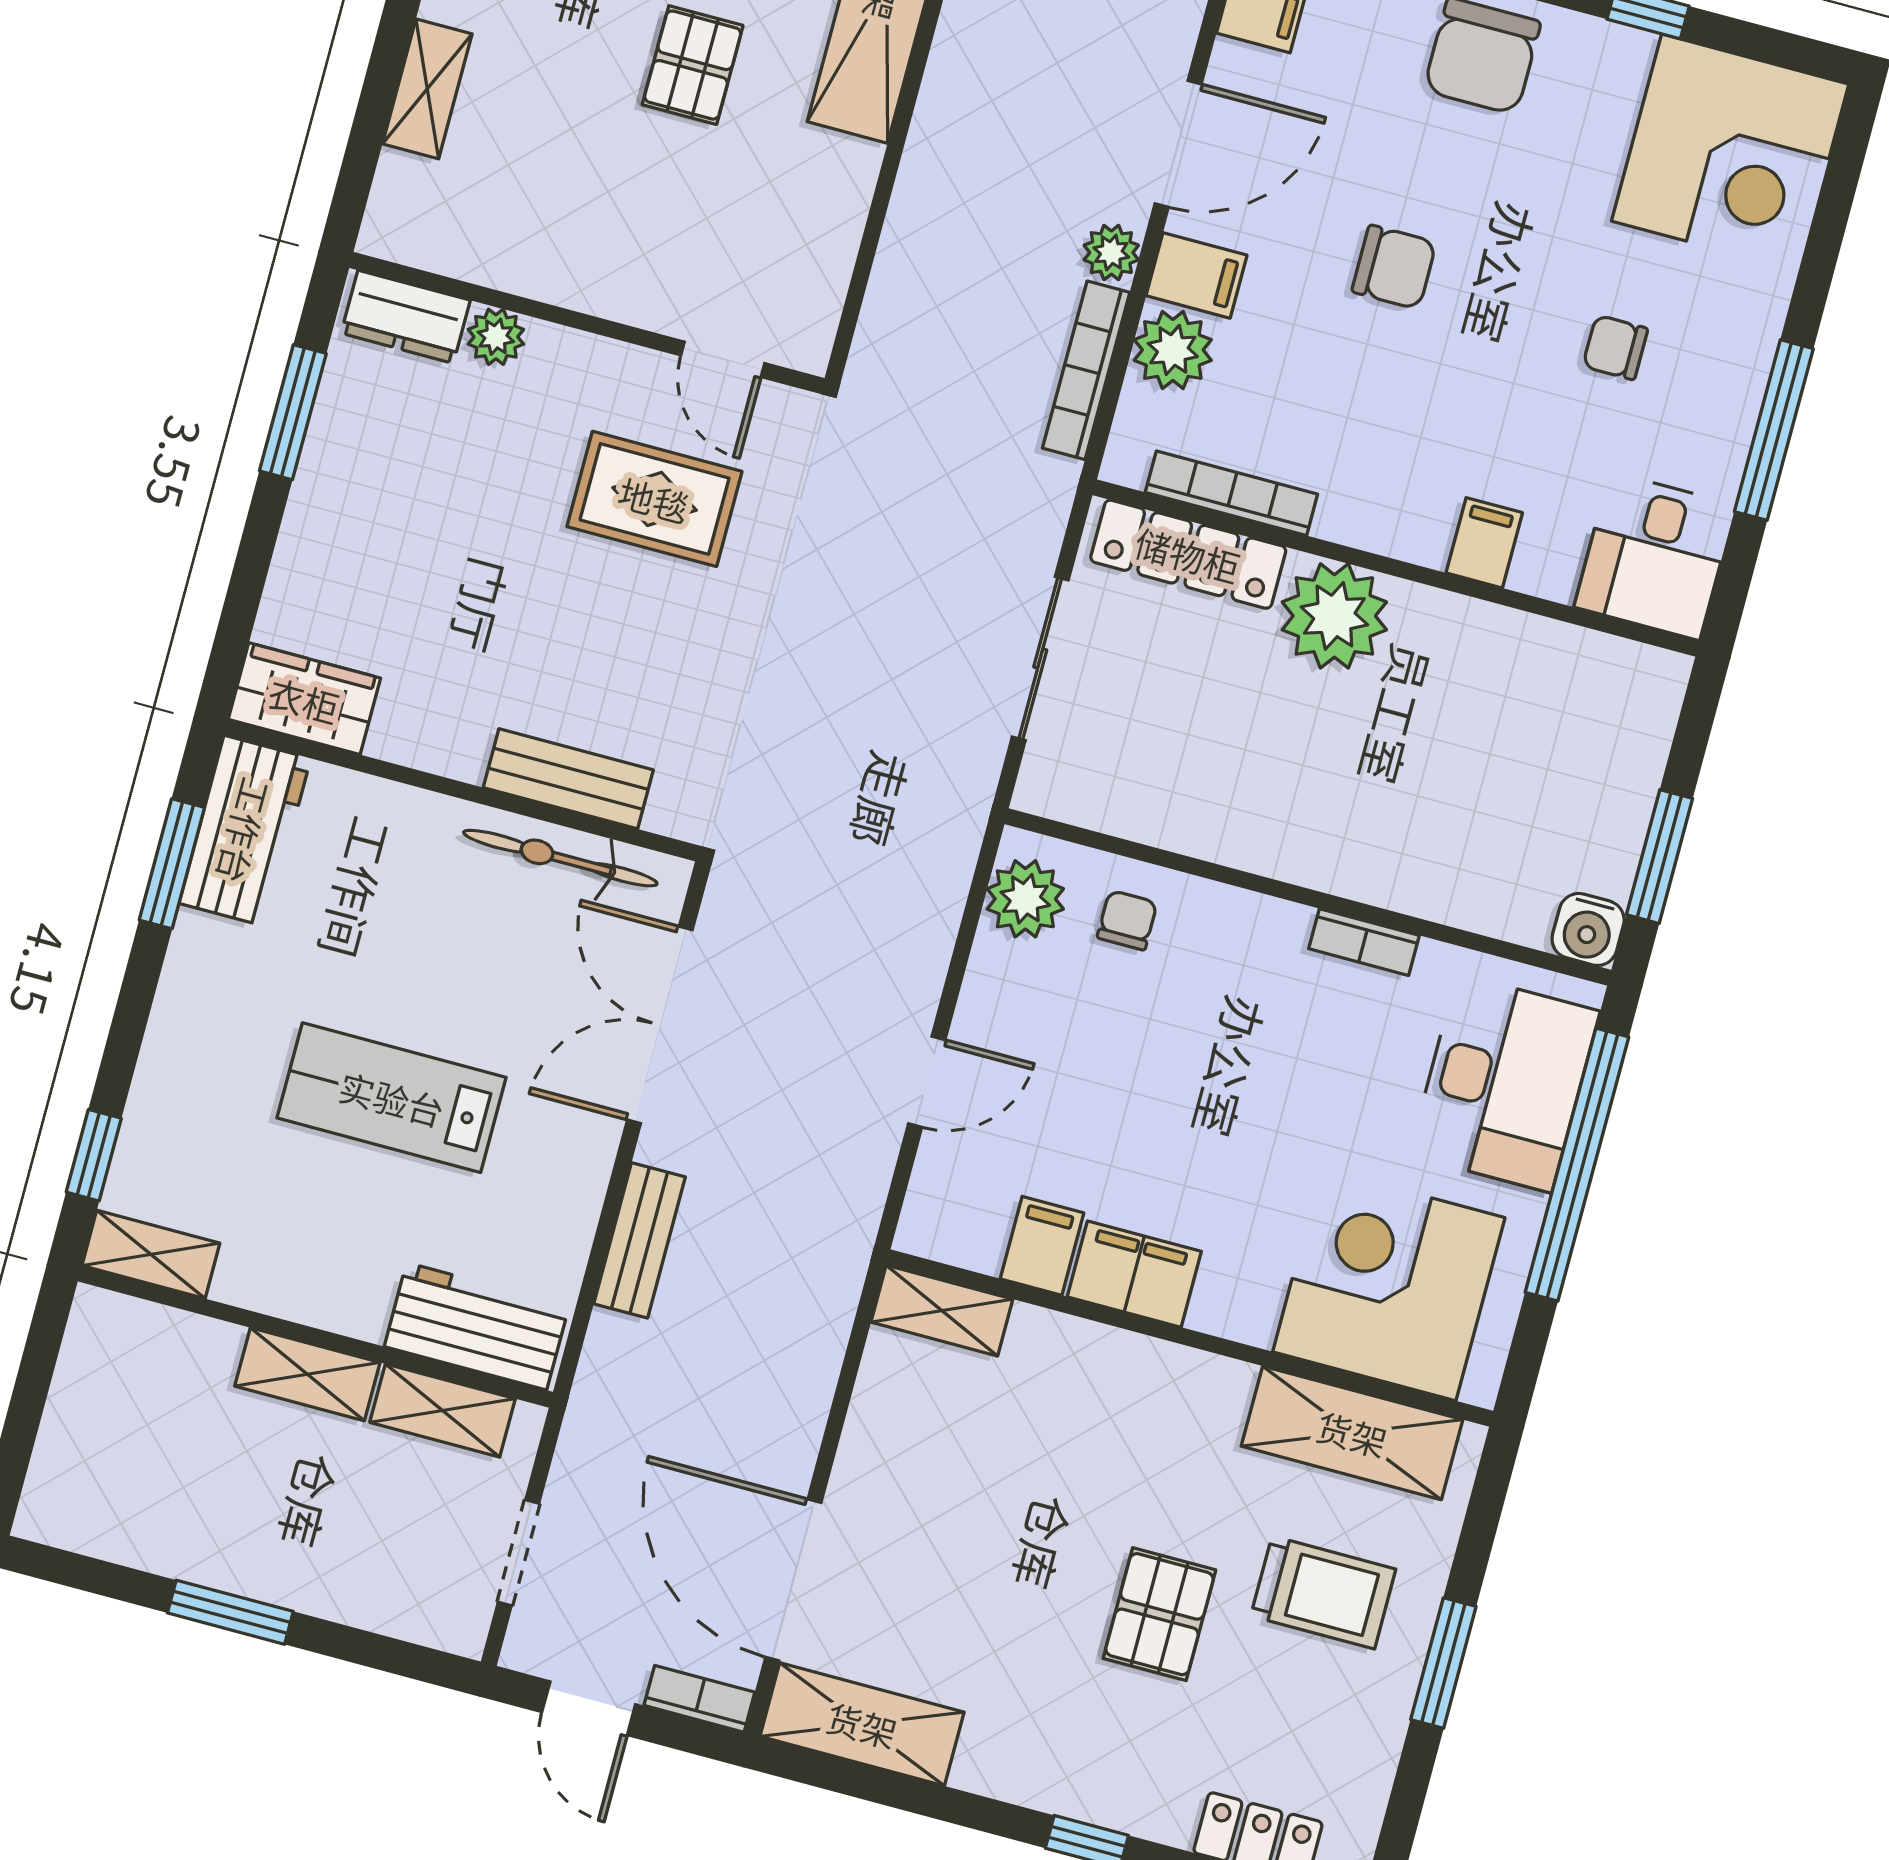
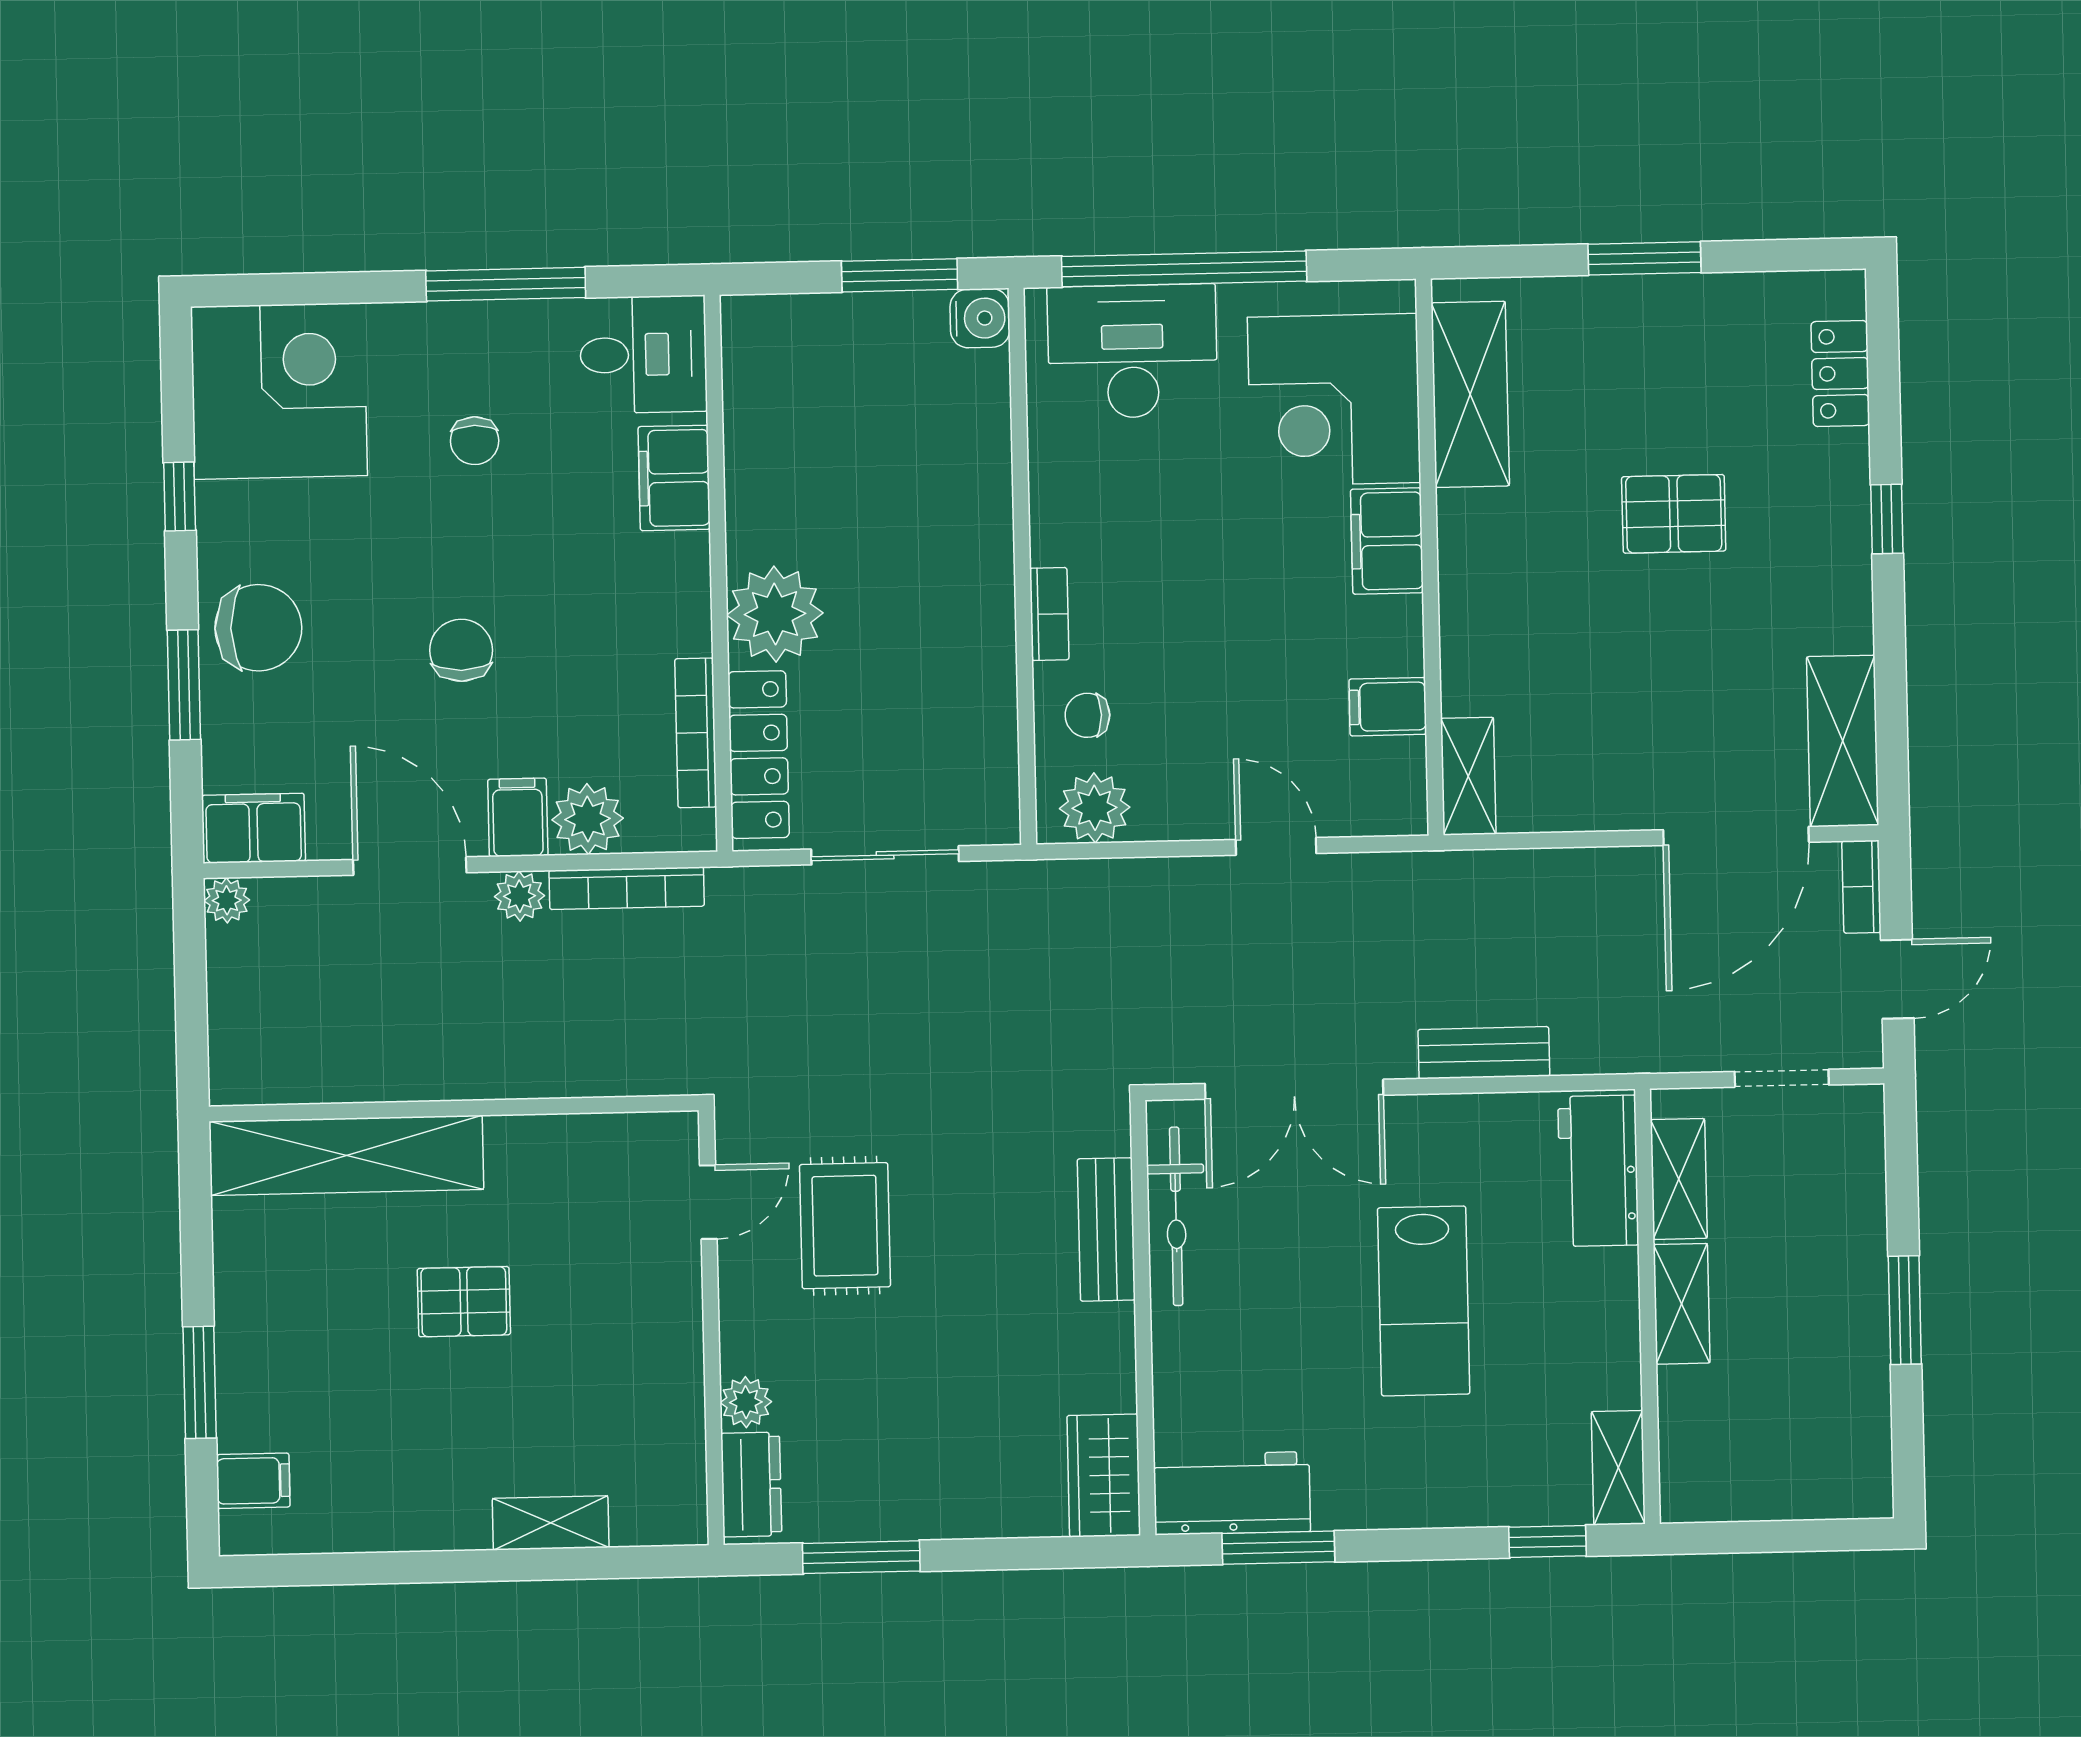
filing cabinet: (1484, 543) -> (674, 478), width x2.00
bookcase: (1364, 942) -> (1049, 614), moved
filing cabinet: (1134, 1274) -> (1387, 541), moved
trolley: (1323, 1592) -> (1614, 379), removed

